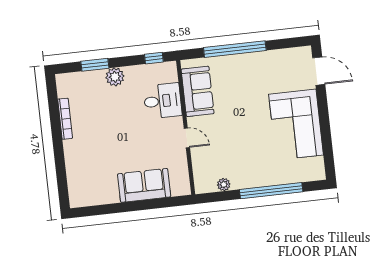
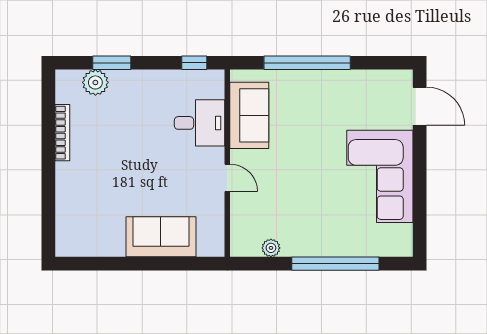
plant: (115, 77) -> (95, 82), moved

